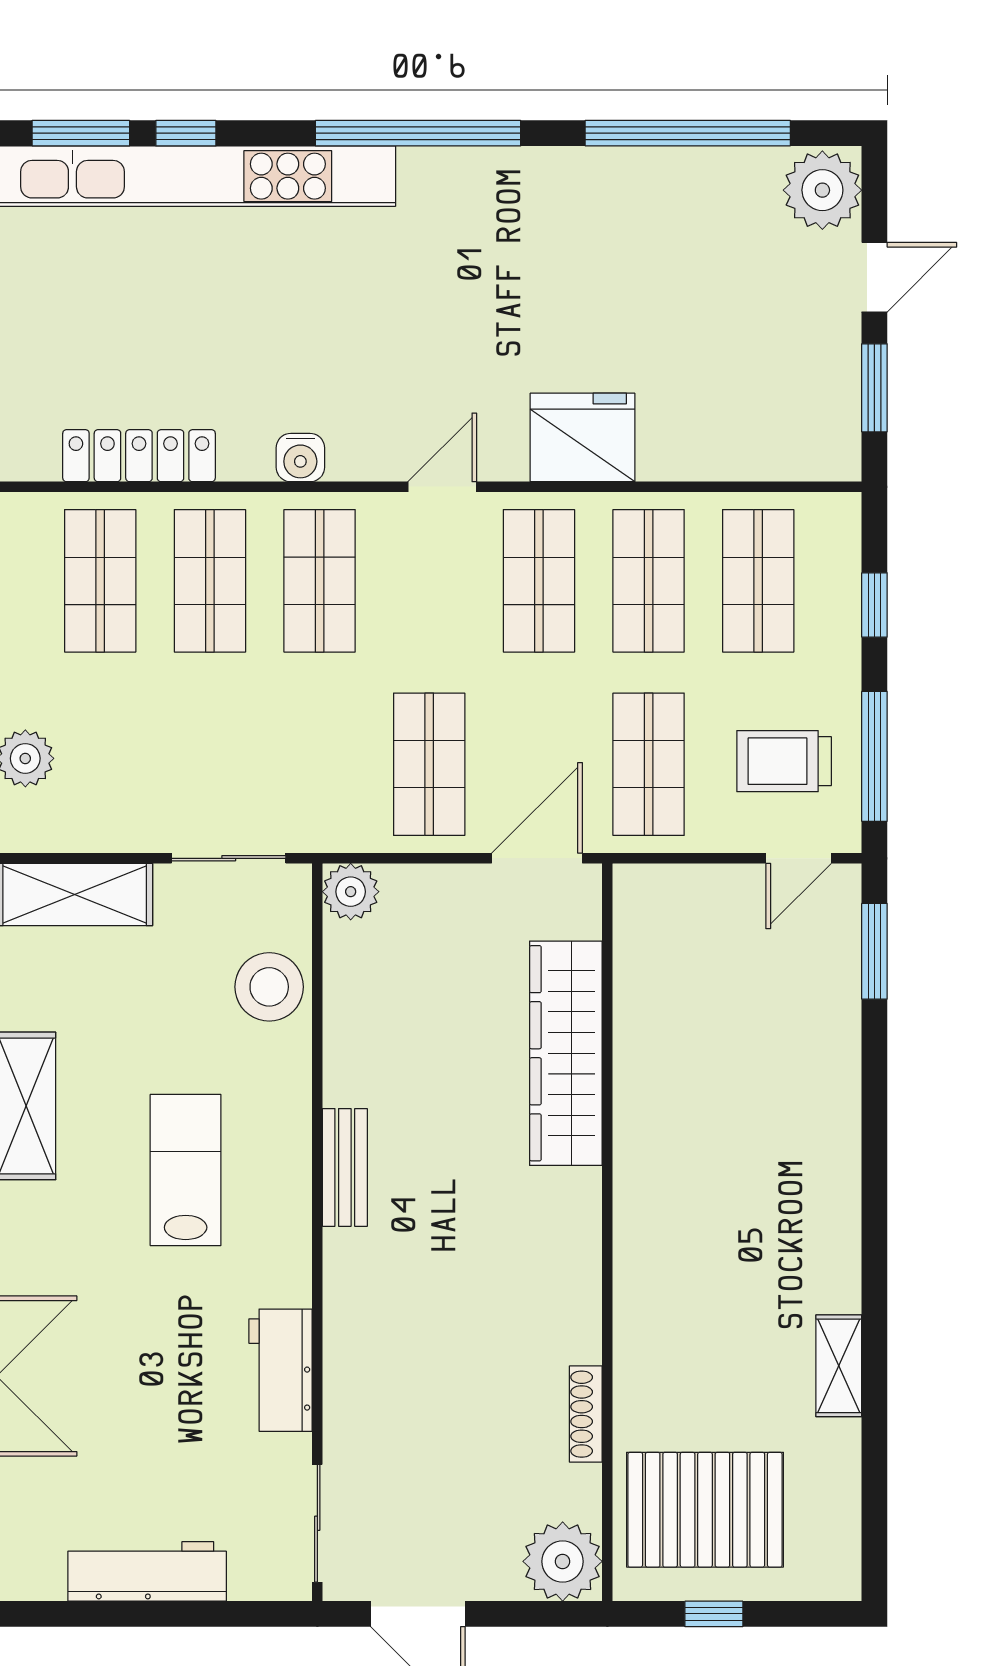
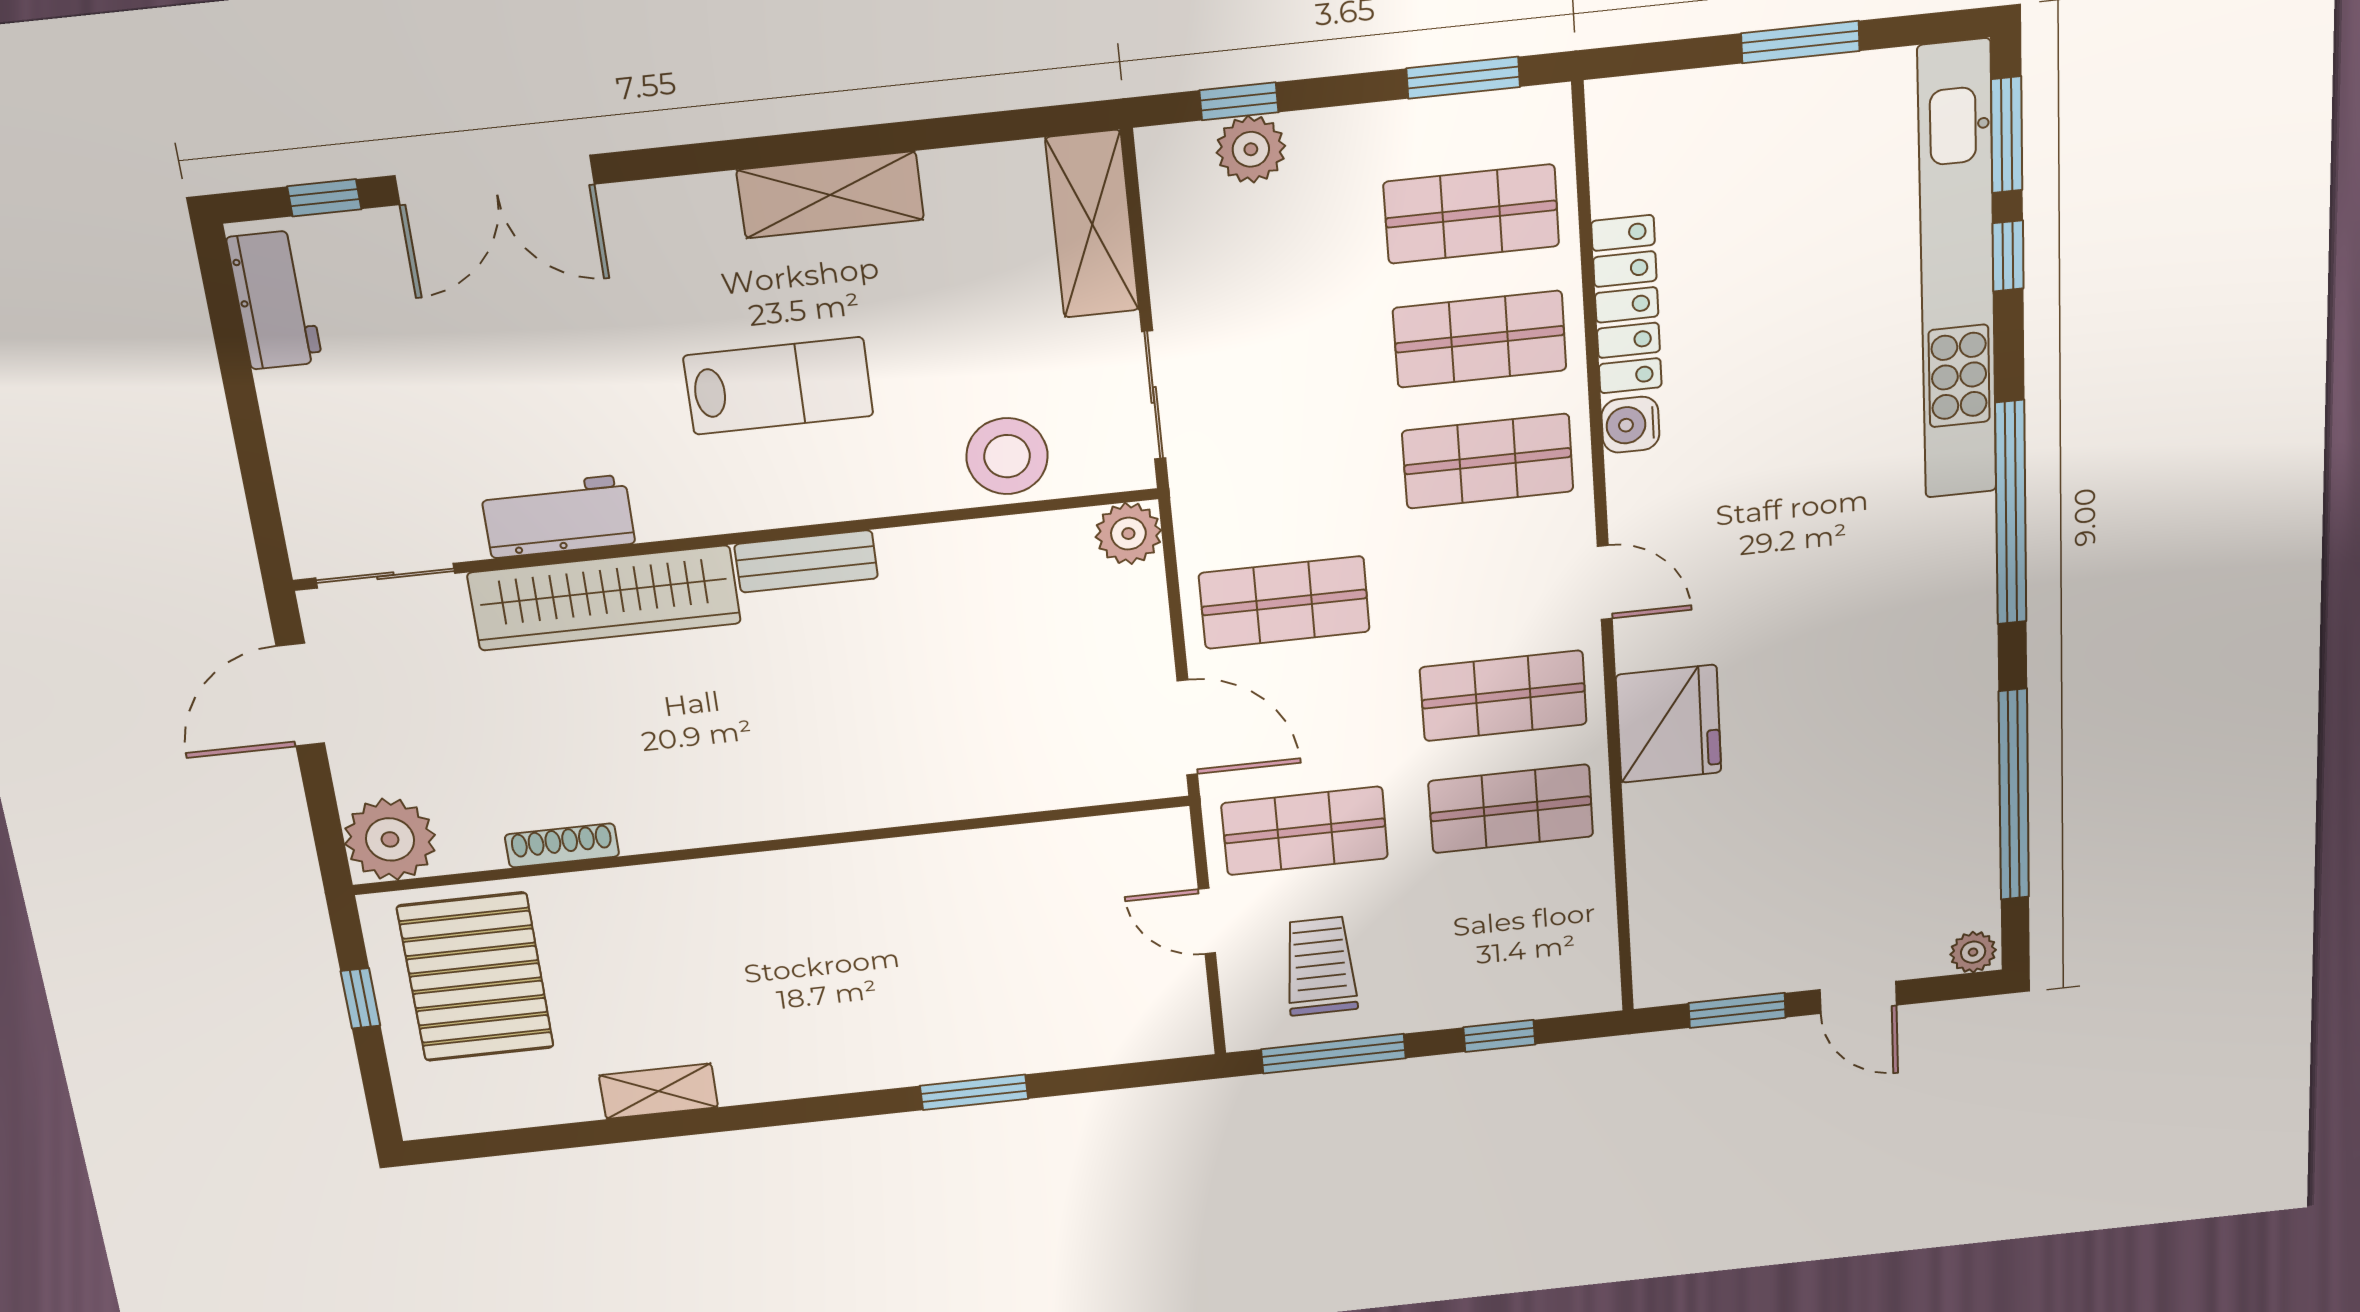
plant: (822, 190) -> (1973, 952), width x0.53, depth x0.53
locker: (139, 456) -> (1627, 305), moved
shop shelf: (758, 581) -> (1518, 919), removed
door: (799, 858) -> (1207, 921), moved
window: (874, 951) -> (974, 1092), moved
wardrobe: (566, 1053) -> (604, 598), moved, turned 180
workbench: (147, 1571) -> (275, 300), moved, width x0.73

